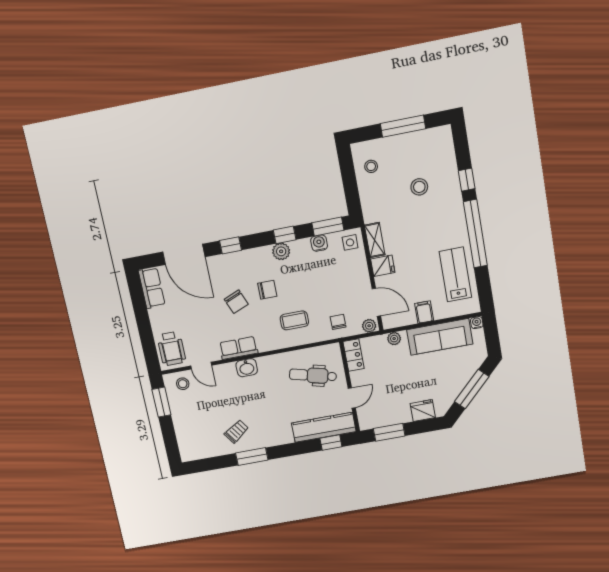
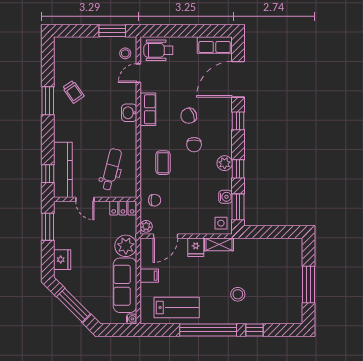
stool: (371, 166) -> (281, 252), removed
stool: (419, 187) -> (238, 294), moved
plant: (394, 339) -> (126, 246), width x1.87, depth x1.87

